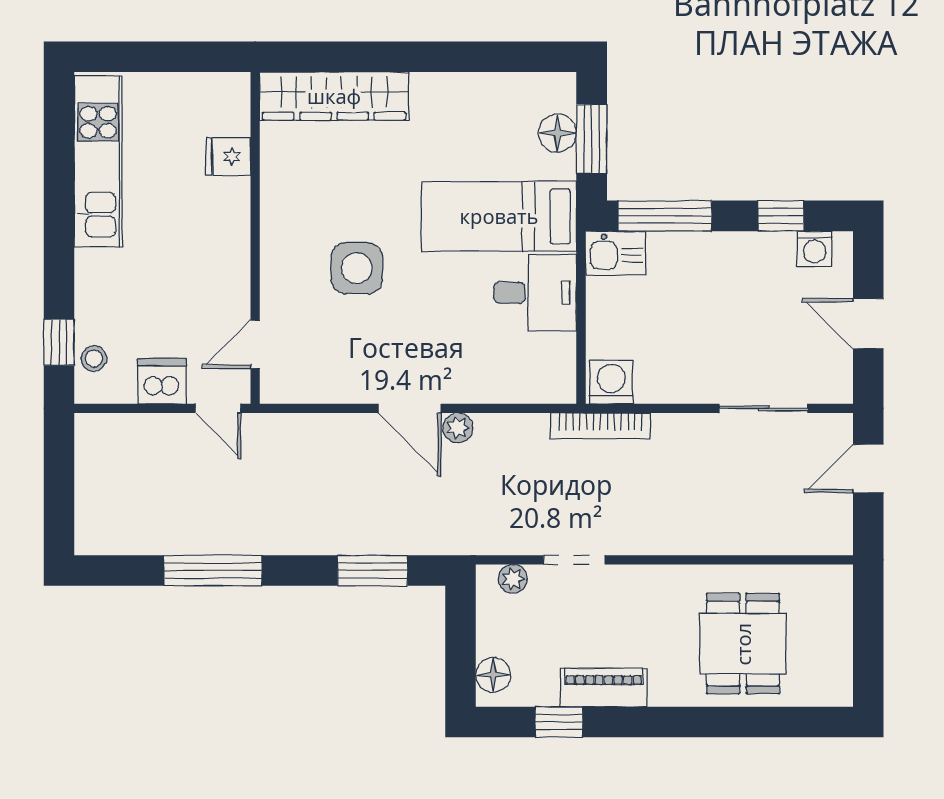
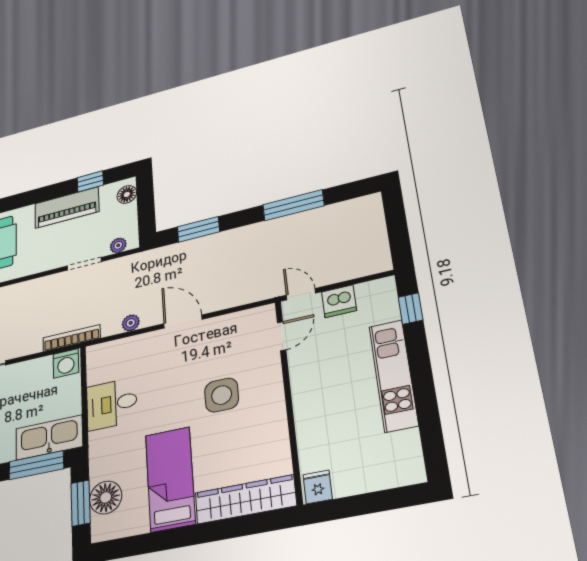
floor lamp: (558, 133) -> (106, 498), width x1.38, depth x1.38
fridge: (228, 157) -> (318, 487), moved, turned -90
kitchen unit: (98, 162) -> (393, 375), moved
bed: (499, 216) -> (170, 479), moved, turned -90
kitchen sink: (616, 253) -> (49, 437), width x1.88, depth x1.24
stool: (94, 359) -> (386, 304), removed
plant: (458, 428) -> (131, 323), moved
piano: (604, 687) -> (67, 208), width x1.37, depth x1.33

